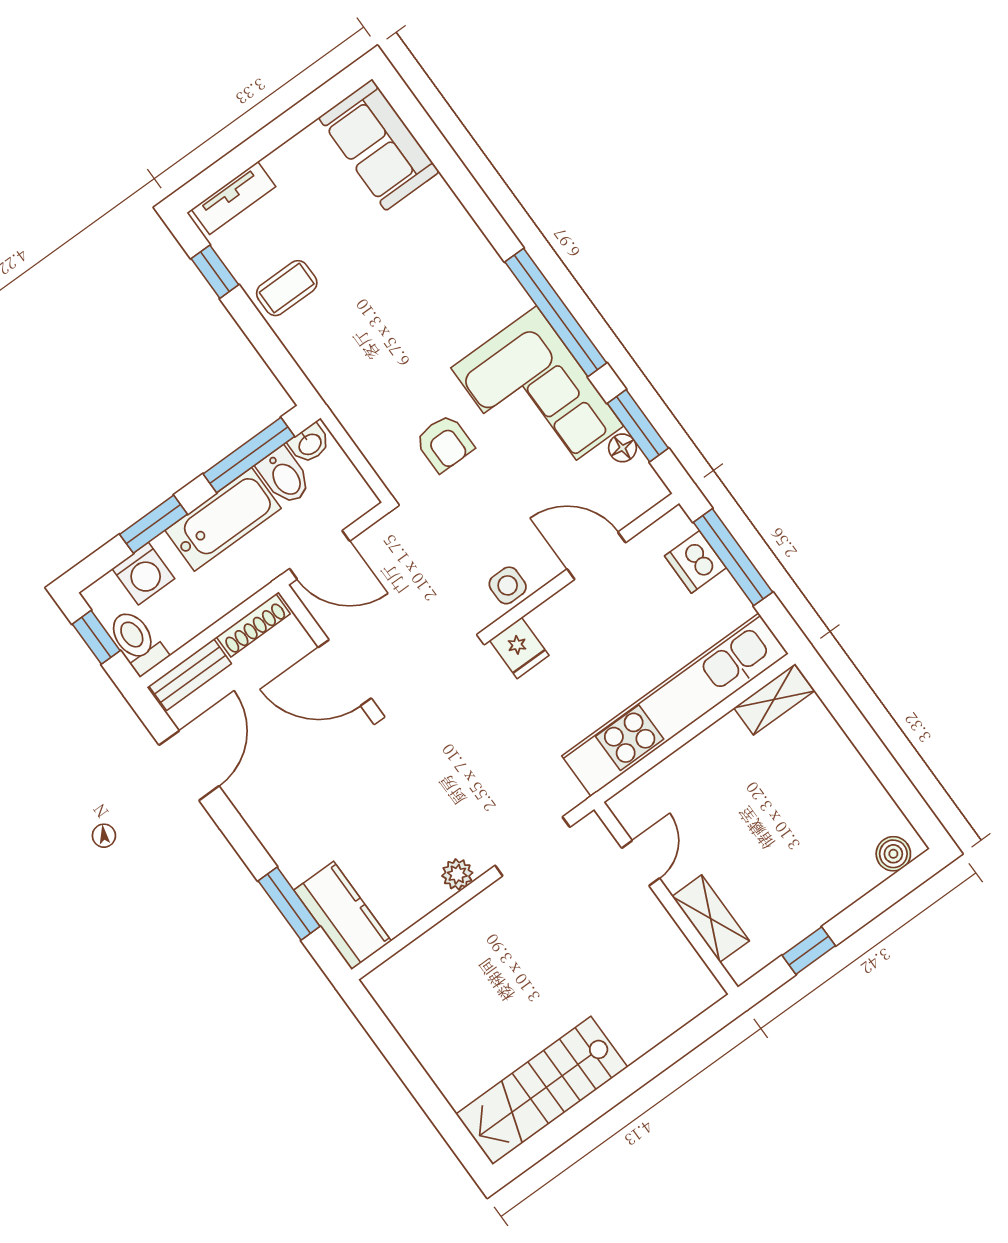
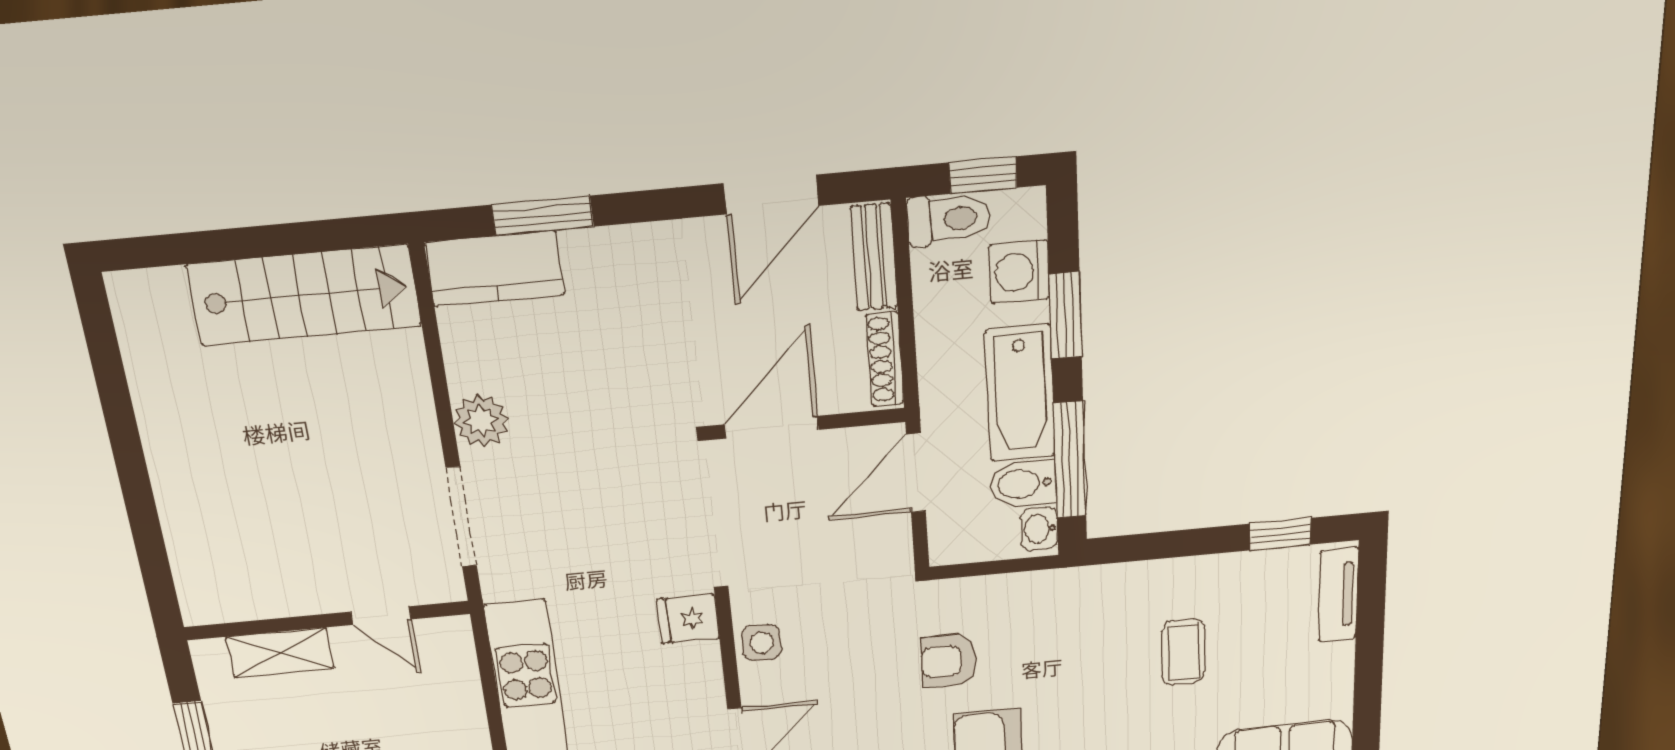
coffee table: (287, 288) -> (1183, 652), moved
door: (189, 766) -> (771, 195), hinge flipped
plant: (457, 874) -> (481, 421), width x1.38, depth x1.38
stairs: (542, 1091) -> (304, 295), moved, turned 90

